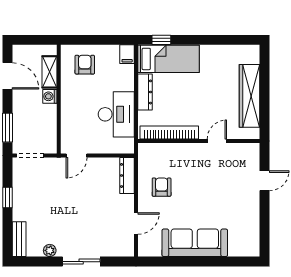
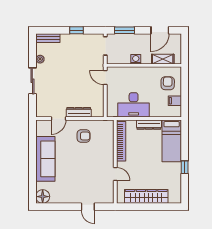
window: (161, 40) -> (185, 167), moved
filing cabinet: (127, 54) -> (175, 101), moved
armchair: (85, 65) -> (168, 83), turned -89
washing machine: (50, 96) -> (136, 59), moved
dresser: (127, 175) -> (79, 112), moved
door: (136, 223) -> (59, 118), hinge flipped
floor lamp: (250, 247) -> (43, 197), added

